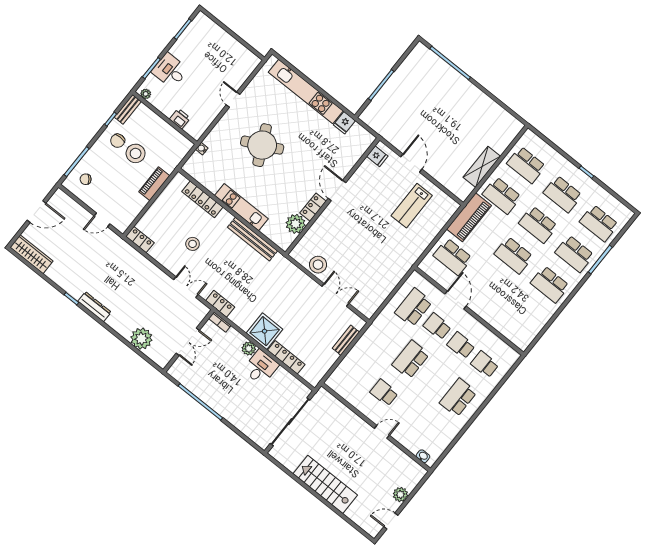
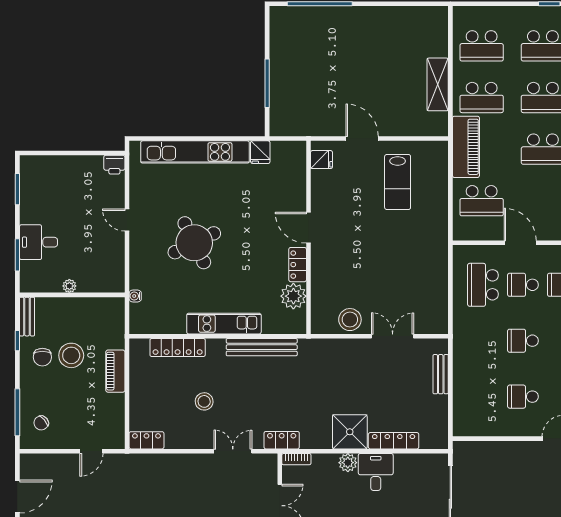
plant: (146, 94) -> (69, 286), moved
printer: (180, 119) -> (114, 165), moved, turned 180
school desk: (411, 359) -> (523, 341), width x0.54

